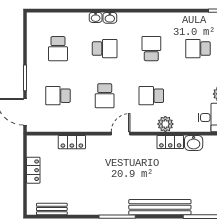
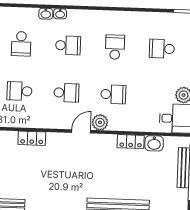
washbasin: (110, 18) -> (46, 14), moved
school desk: (105, 96) -> (66, 93), turned -90
school desk: (151, 96) -> (113, 94), turned 180
plant: (165, 124) -> (100, 122), moved

